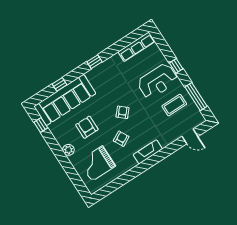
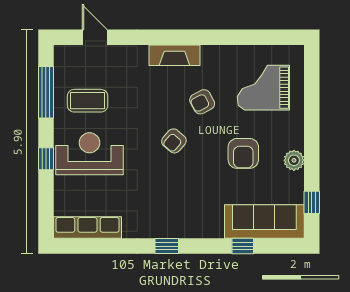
sofa: (65, 100) -> (264, 222), width x0.74, depth x0.79
plant: (68, 150) -> (294, 160), moved
grand piano: (97, 163) -> (263, 88), turned 180

